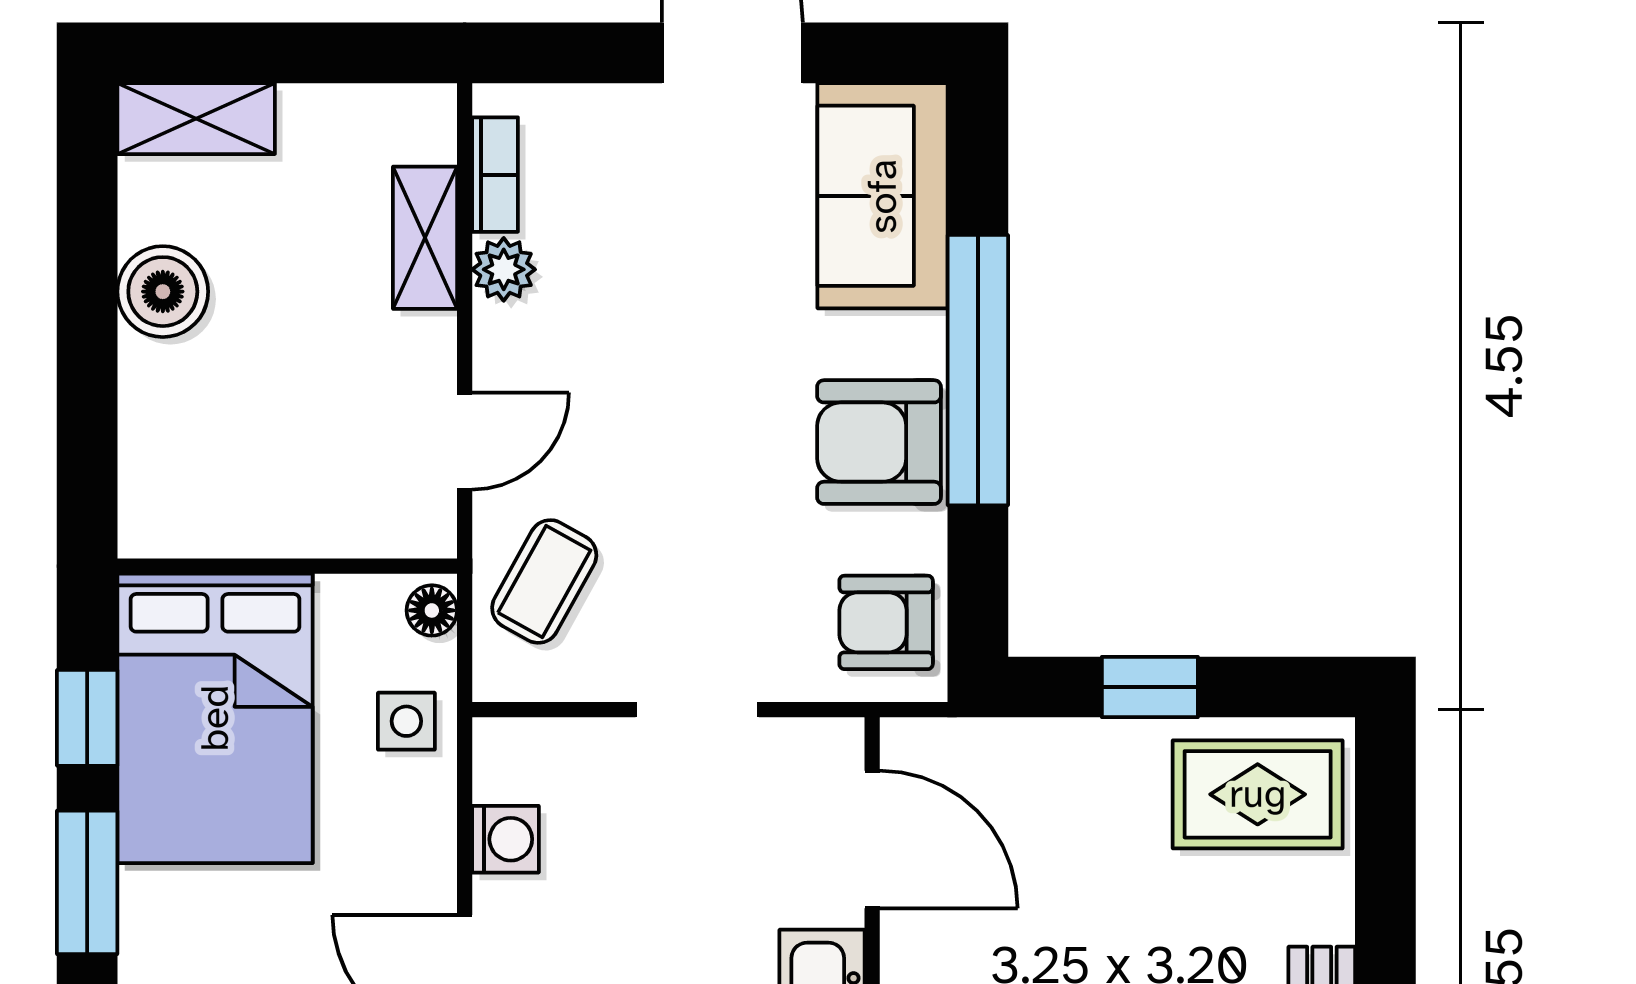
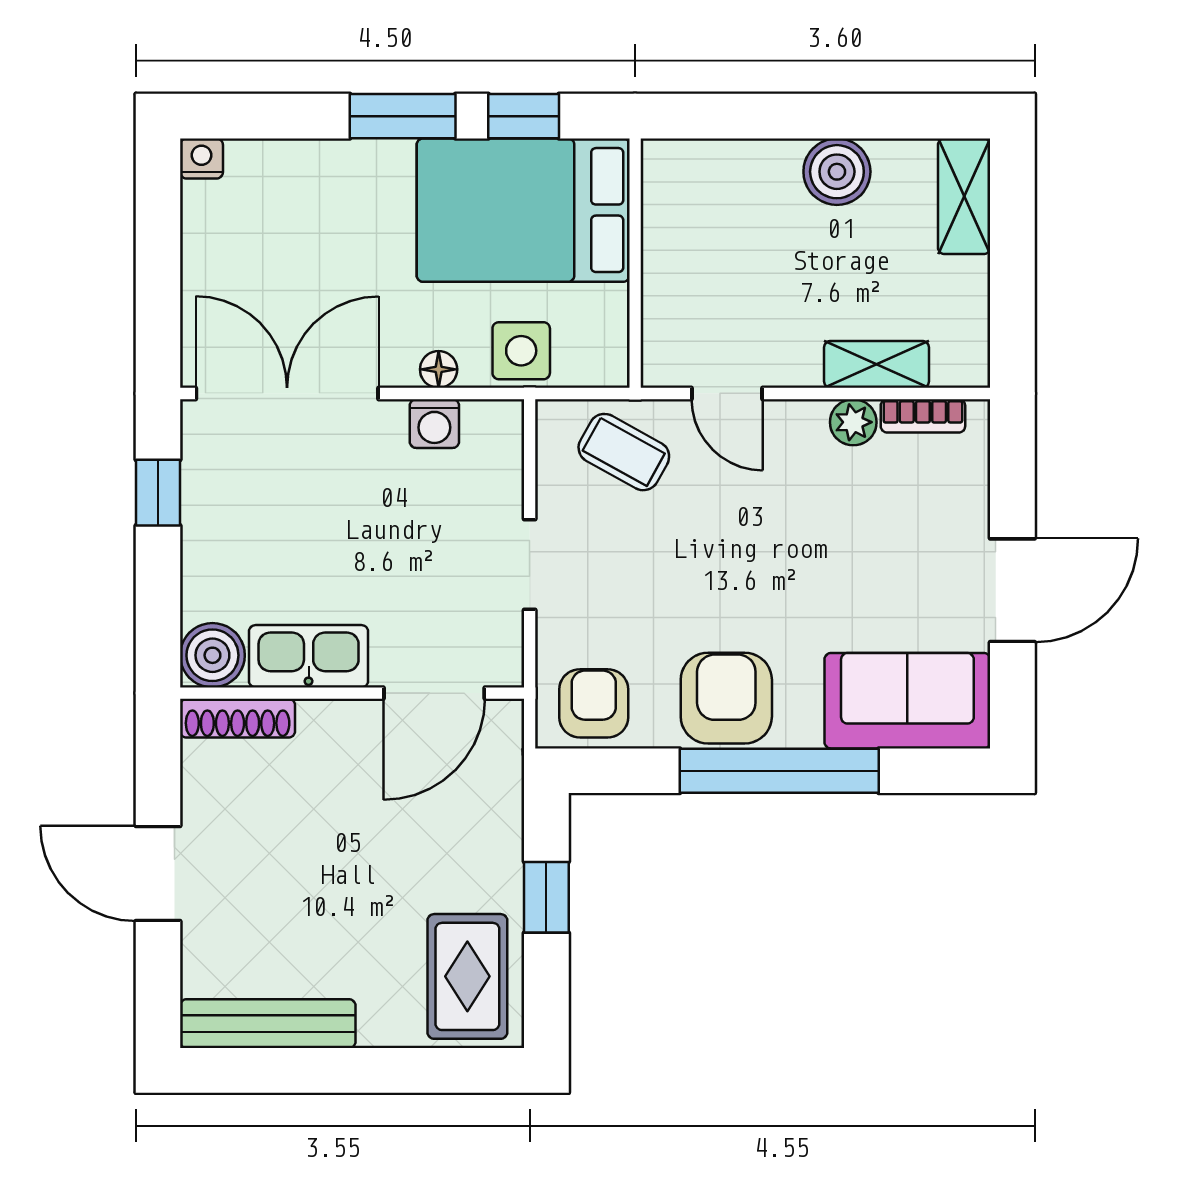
floor lamp: (432, 610) -> (439, 369), moved
side table: (406, 721) -> (521, 351), width x1.37, depth x1.37

